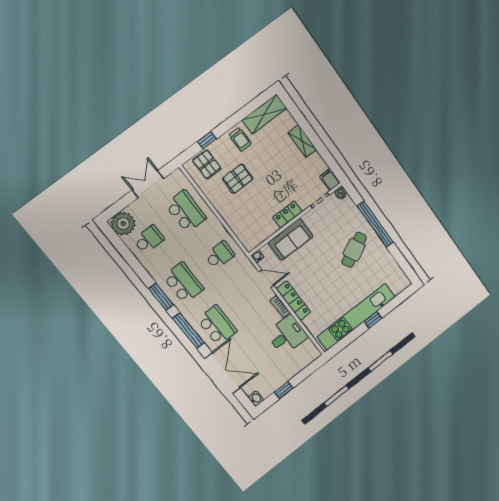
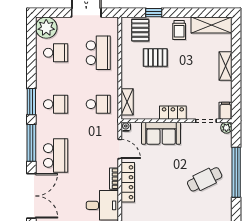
shelving: (242, 235) -> (127, 102), added
school desk: (183, 283) -> (56, 104), width x0.54

